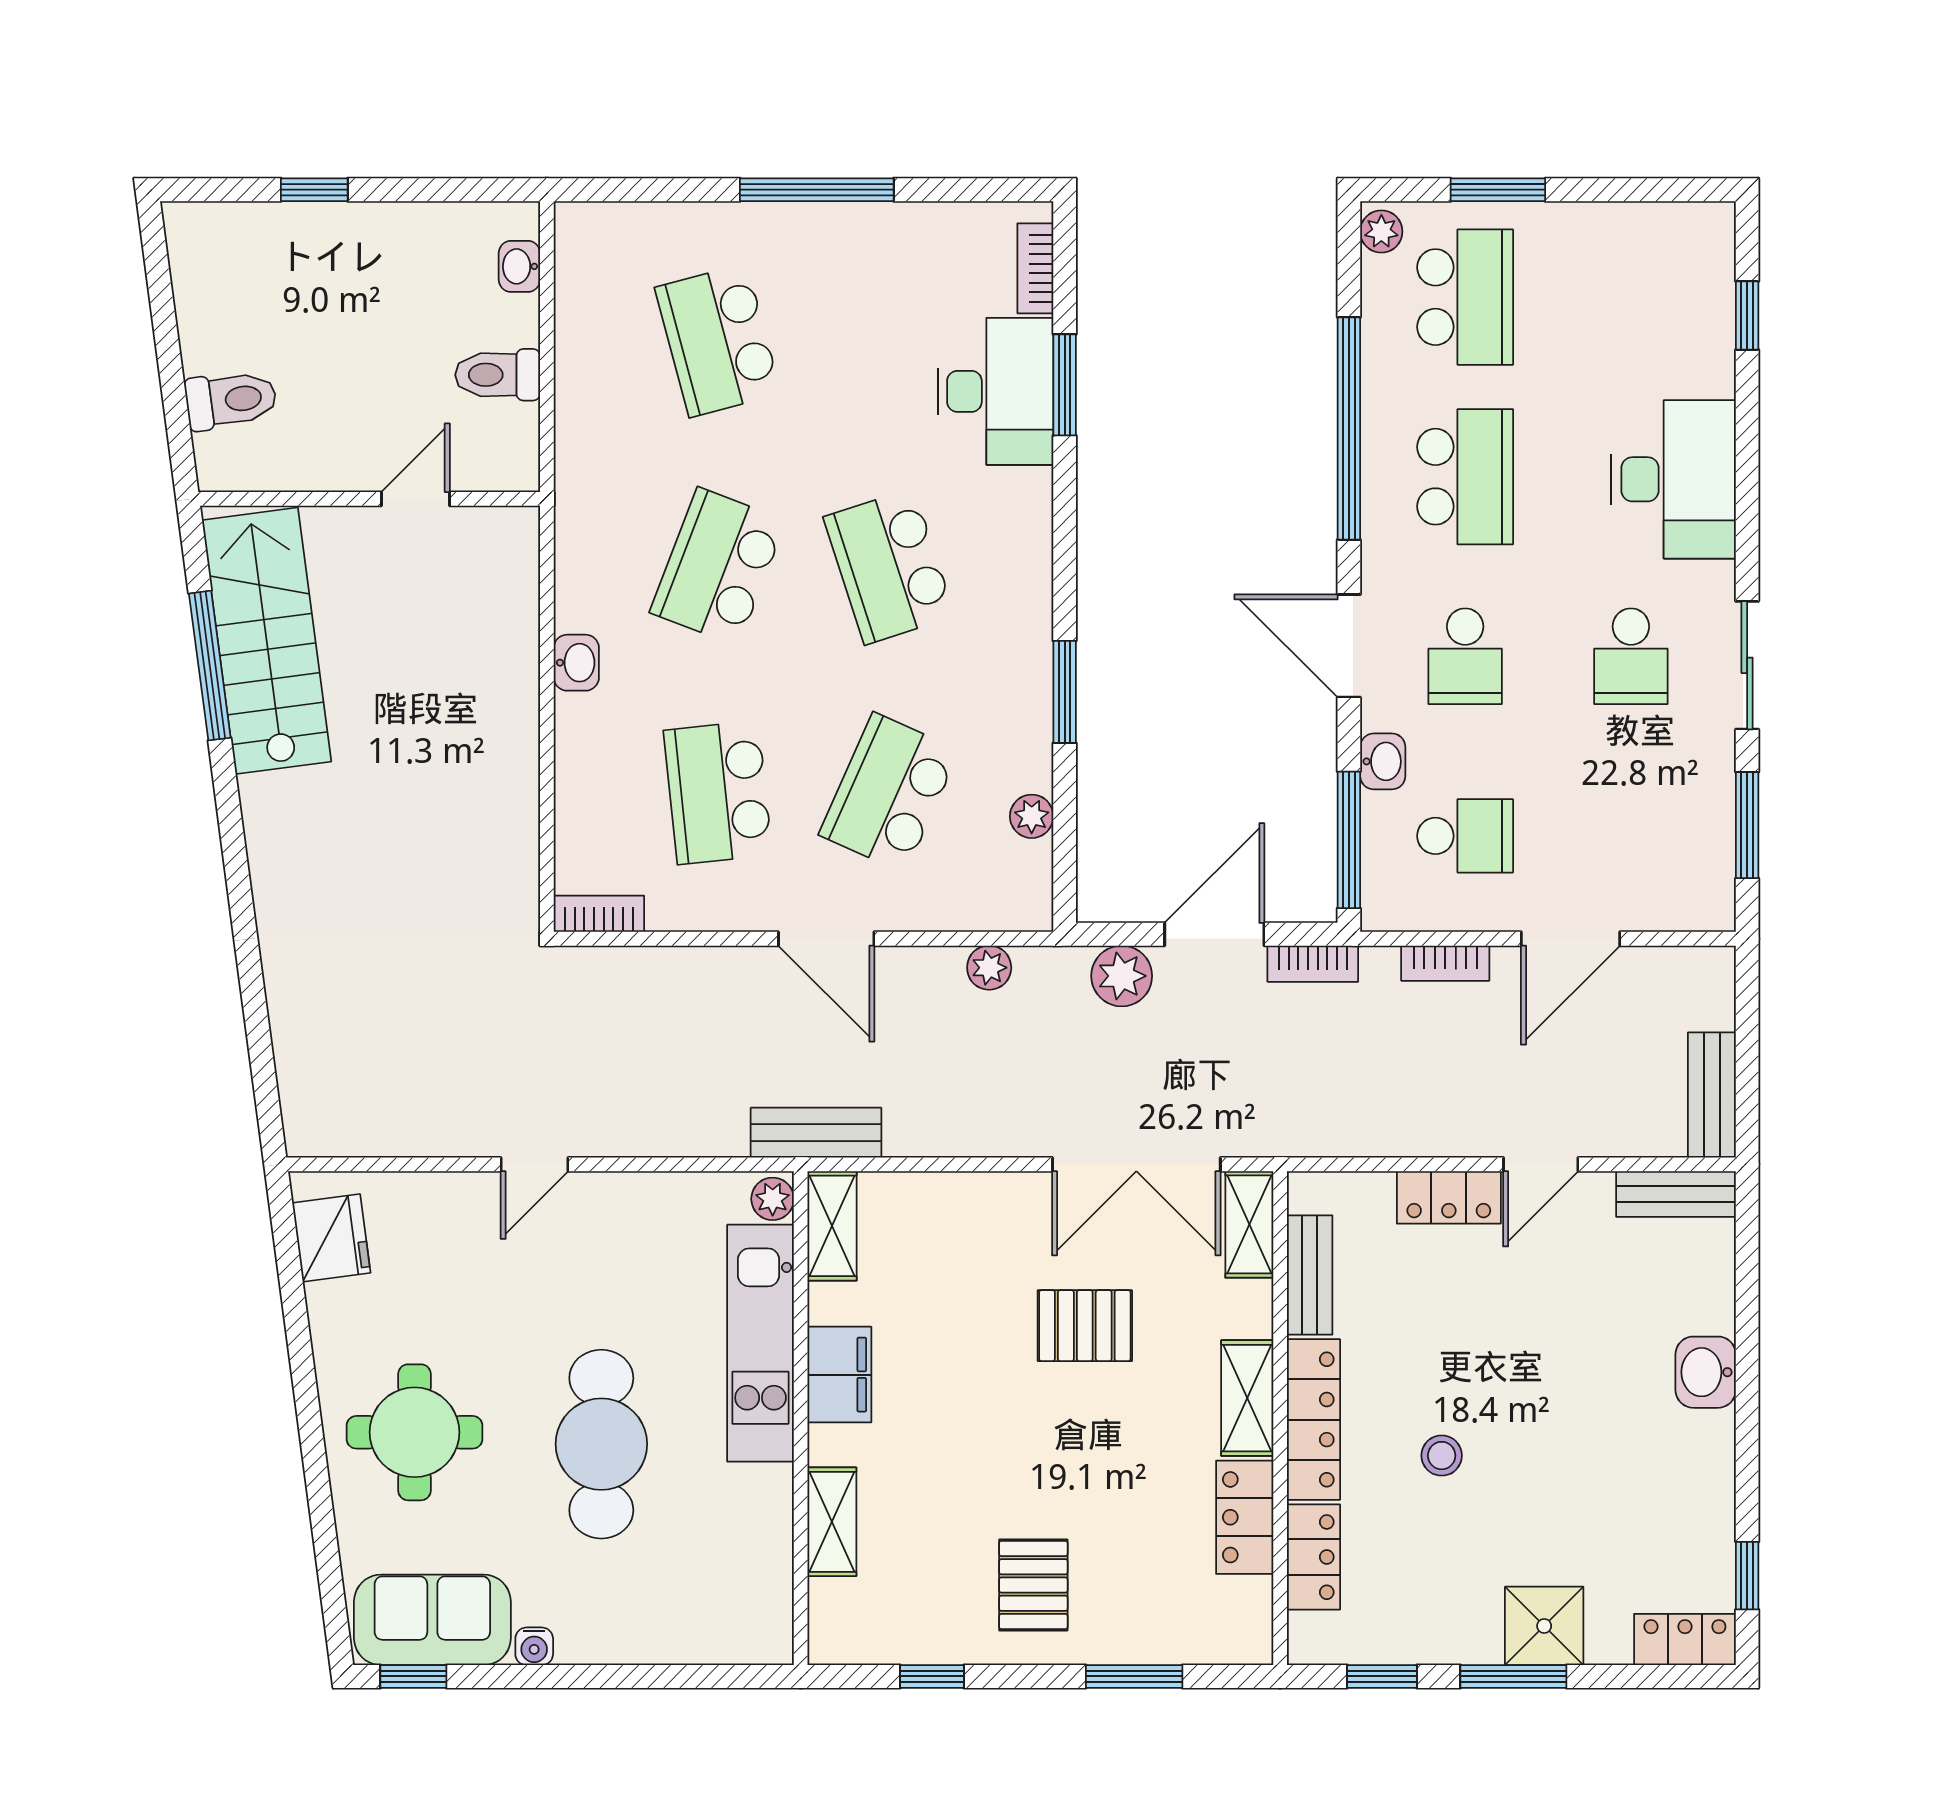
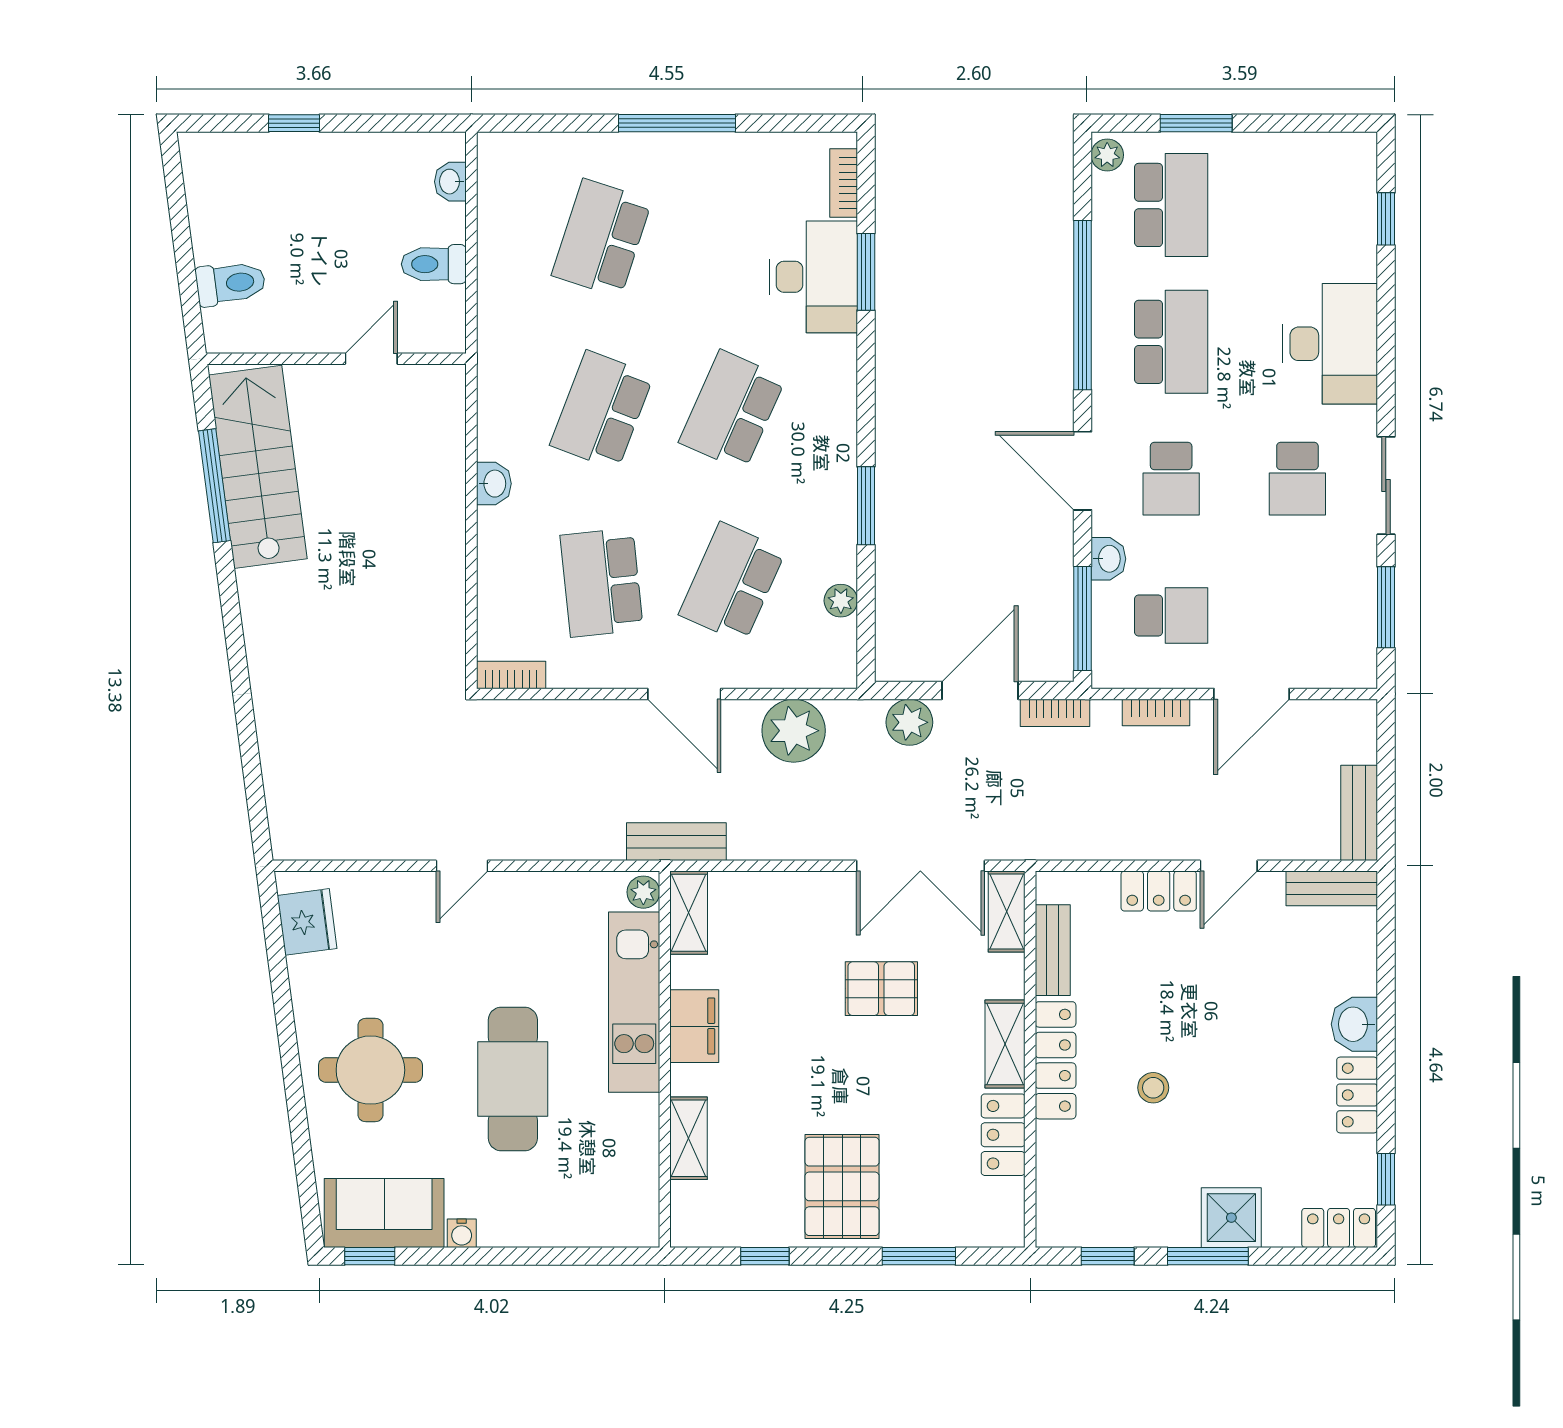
school desk: (718, 340) -> (602, 238), turned 33
school desk: (889, 566) -> (732, 410), turned 42
plant: (989, 968) -> (794, 731), width x1.88, depth x1.88
locker: (1313, 1557) -> (1357, 1095), moved, turned 180
pallet: (1033, 1585) -> (842, 1186), width x1.50, depth x1.42

